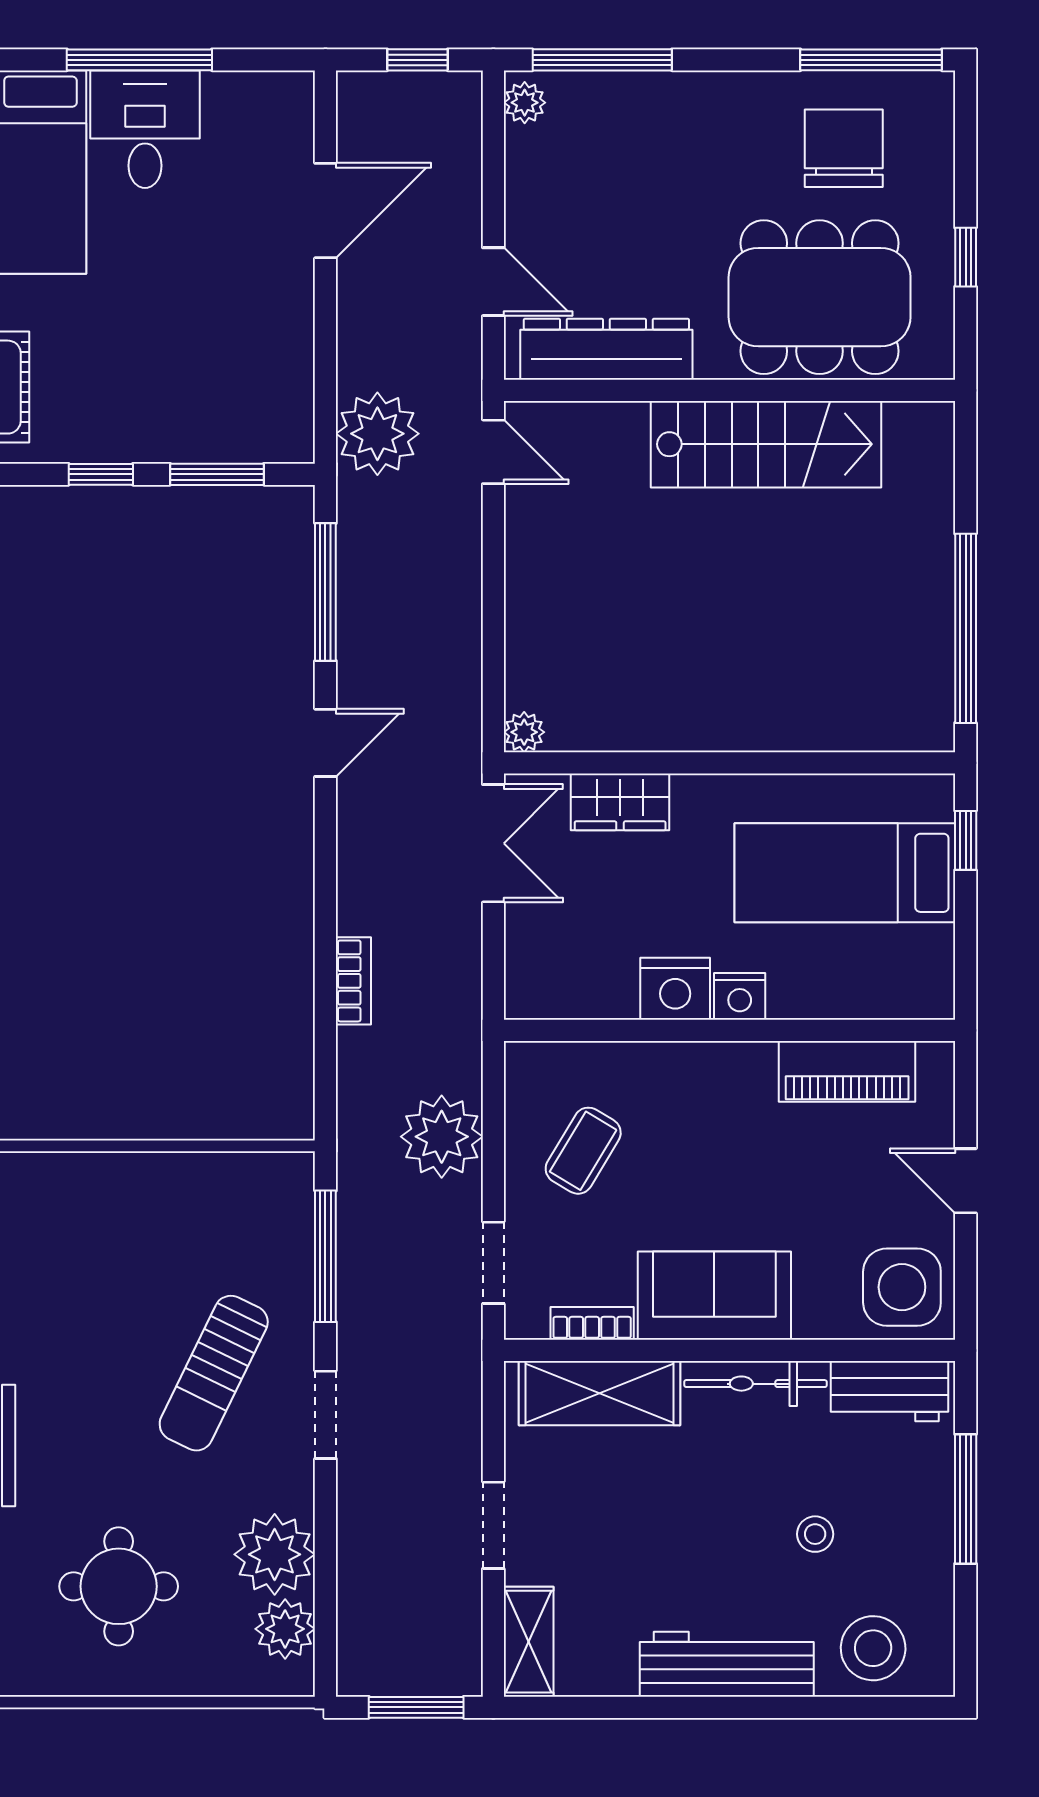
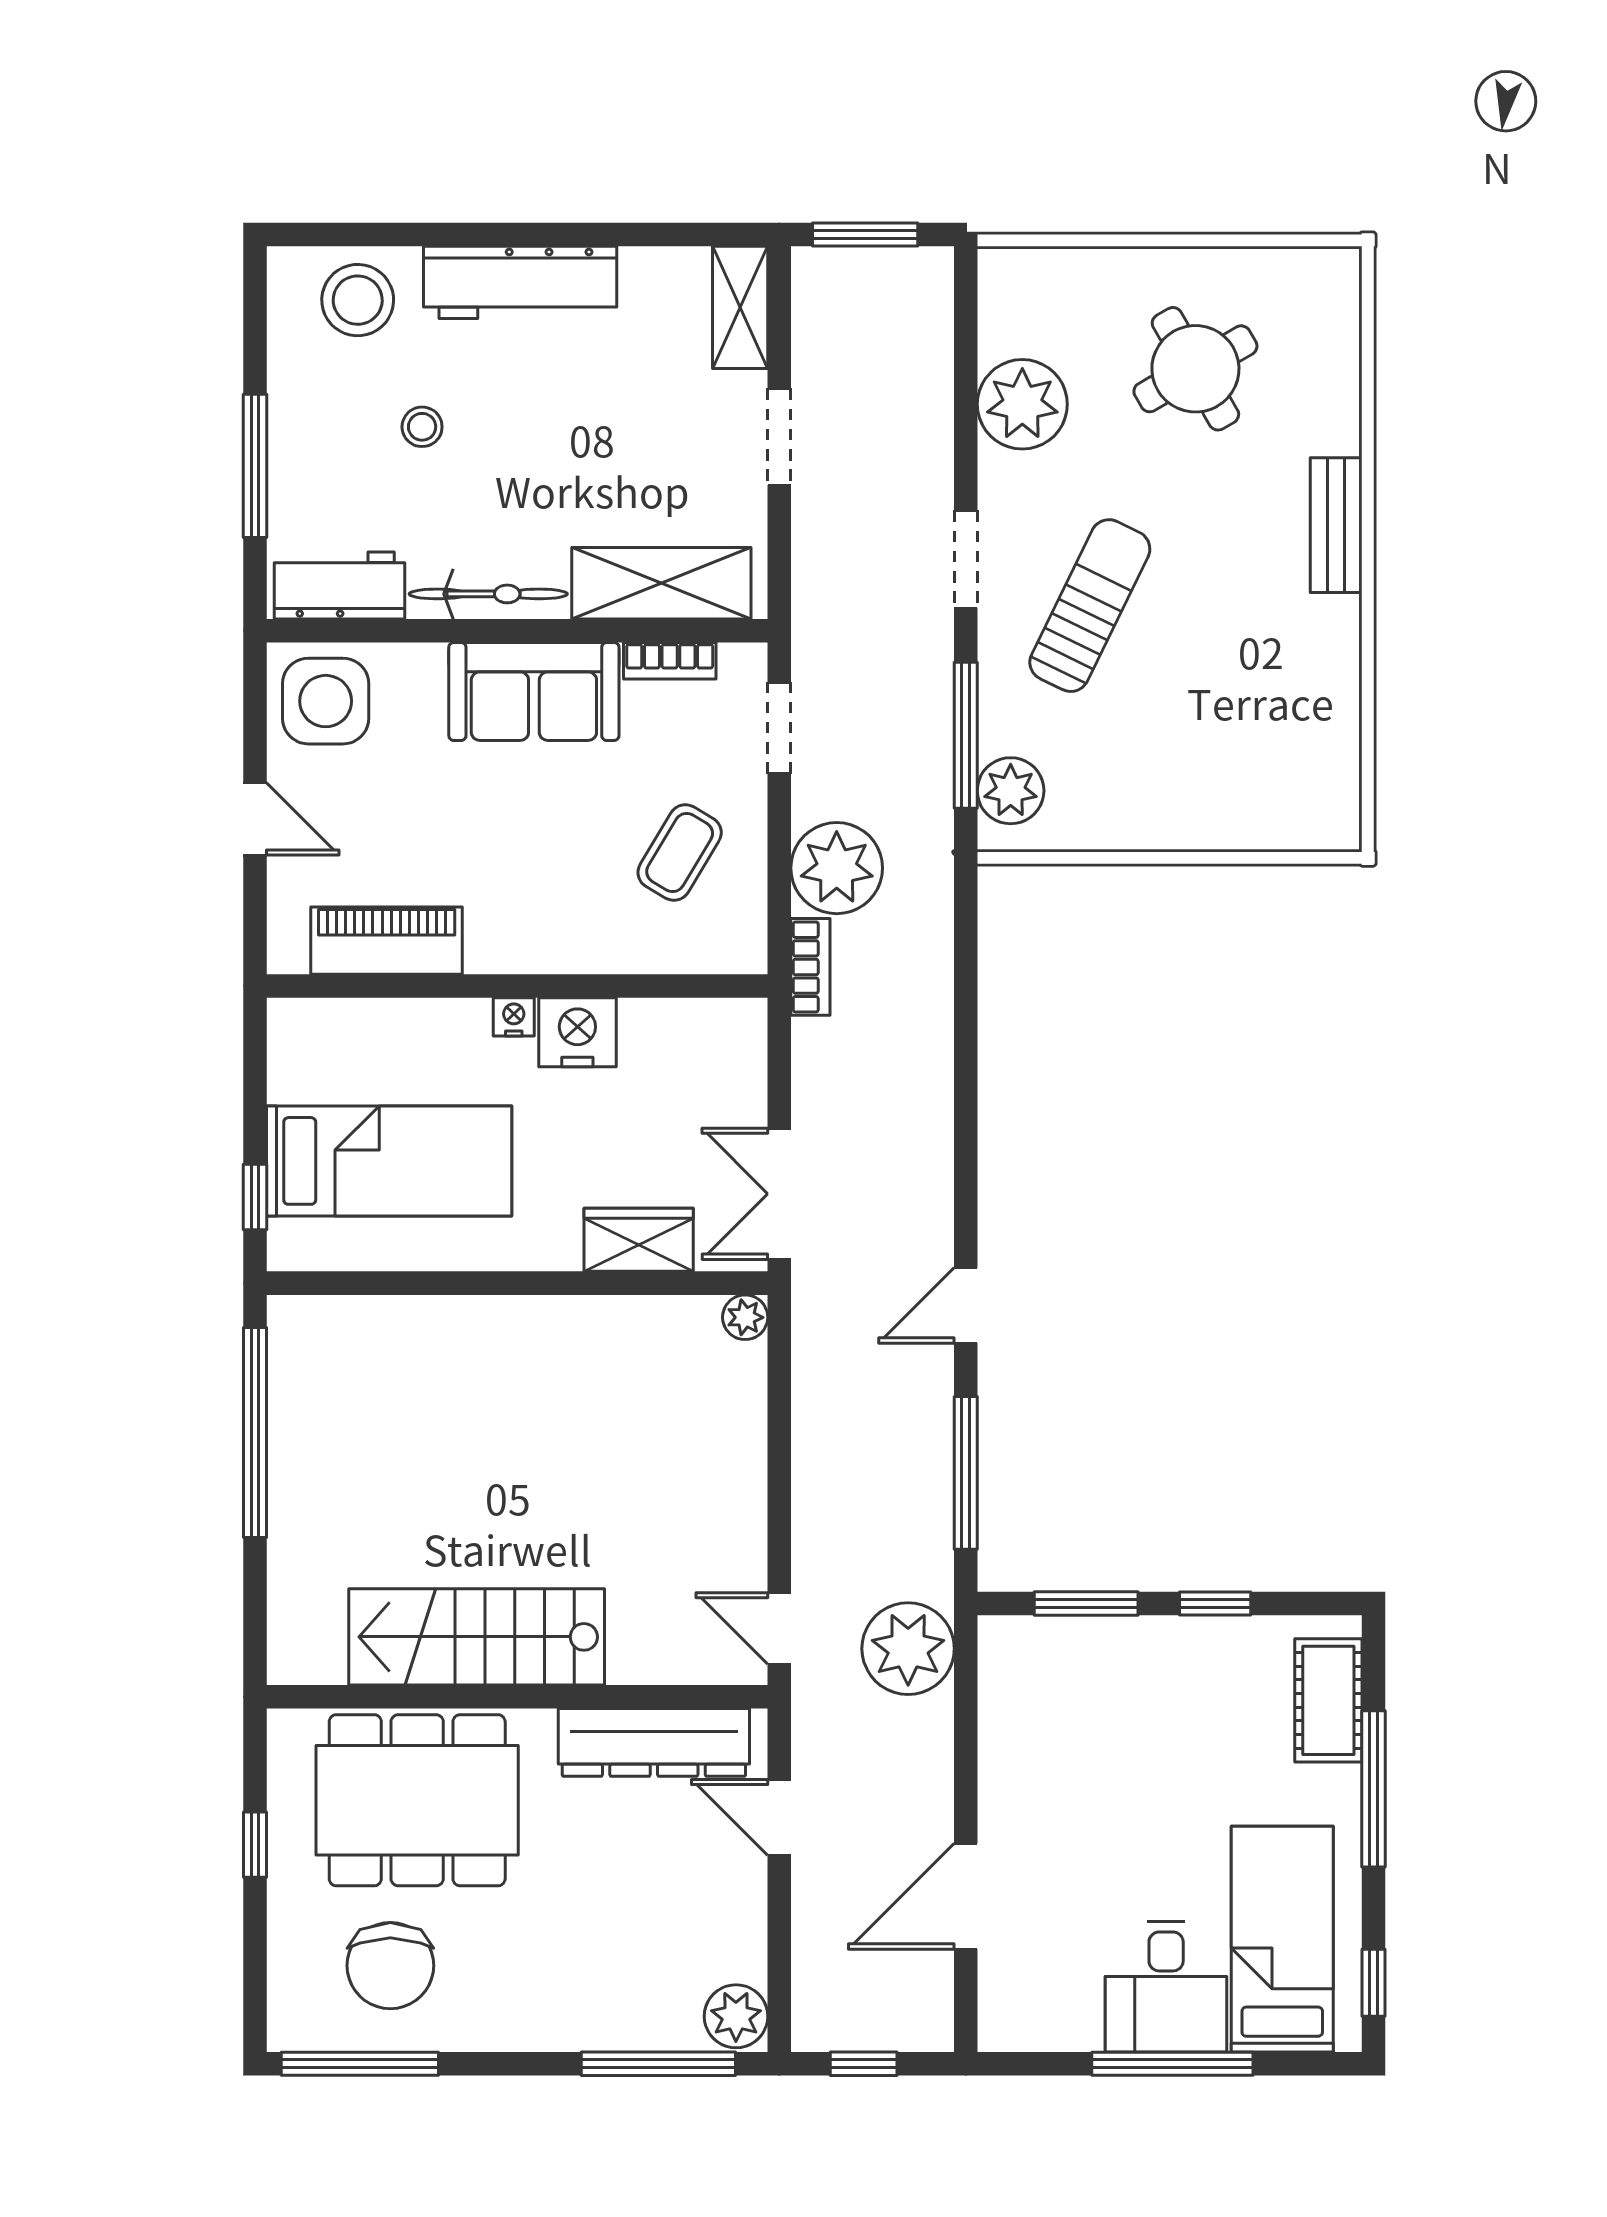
plant: (525, 103) -> (736, 2016), width x1.38, depth x1.38
bookcase: (353, 981) -> (810, 967), moved, turned 180
nightstand: (740, 996) -> (514, 1017), width x0.72, depth x0.74
round table: (119, 1586) -> (1195, 369), turned -30
plant: (285, 1629) -> (1011, 791), moved

